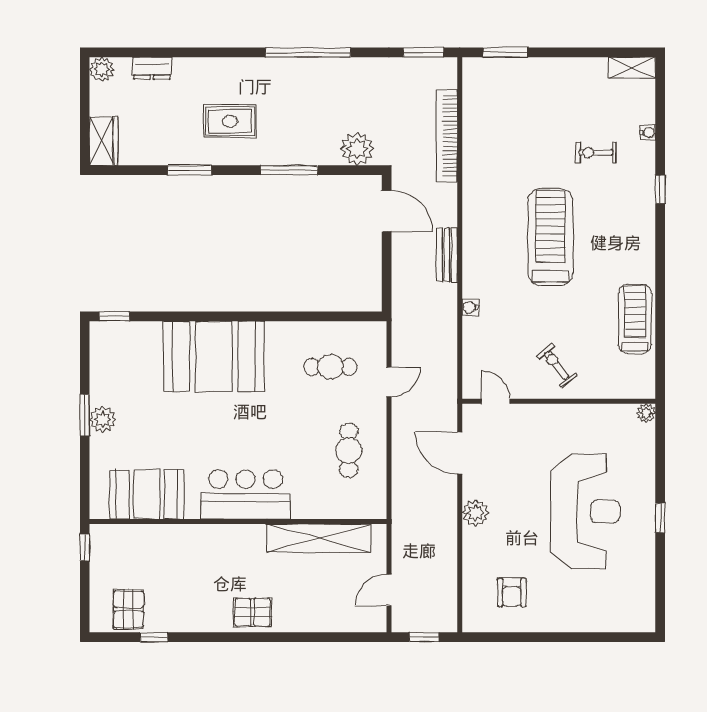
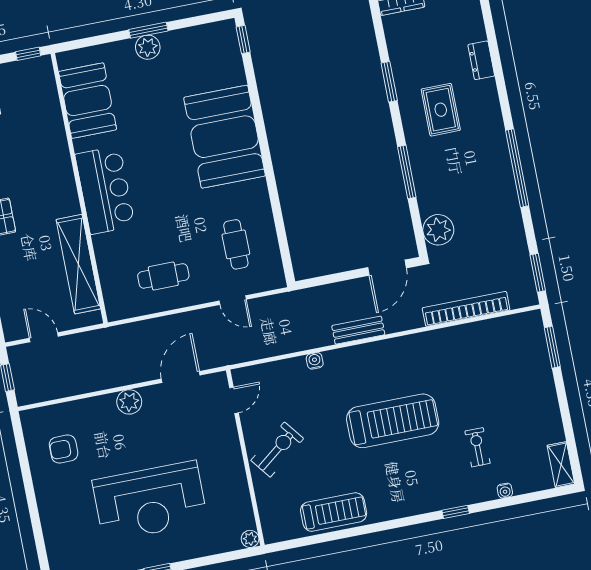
dresser: (152, 68) -> (481, 60), moved
exercise bike: (557, 366) -> (277, 449), width x1.38, depth x1.39

